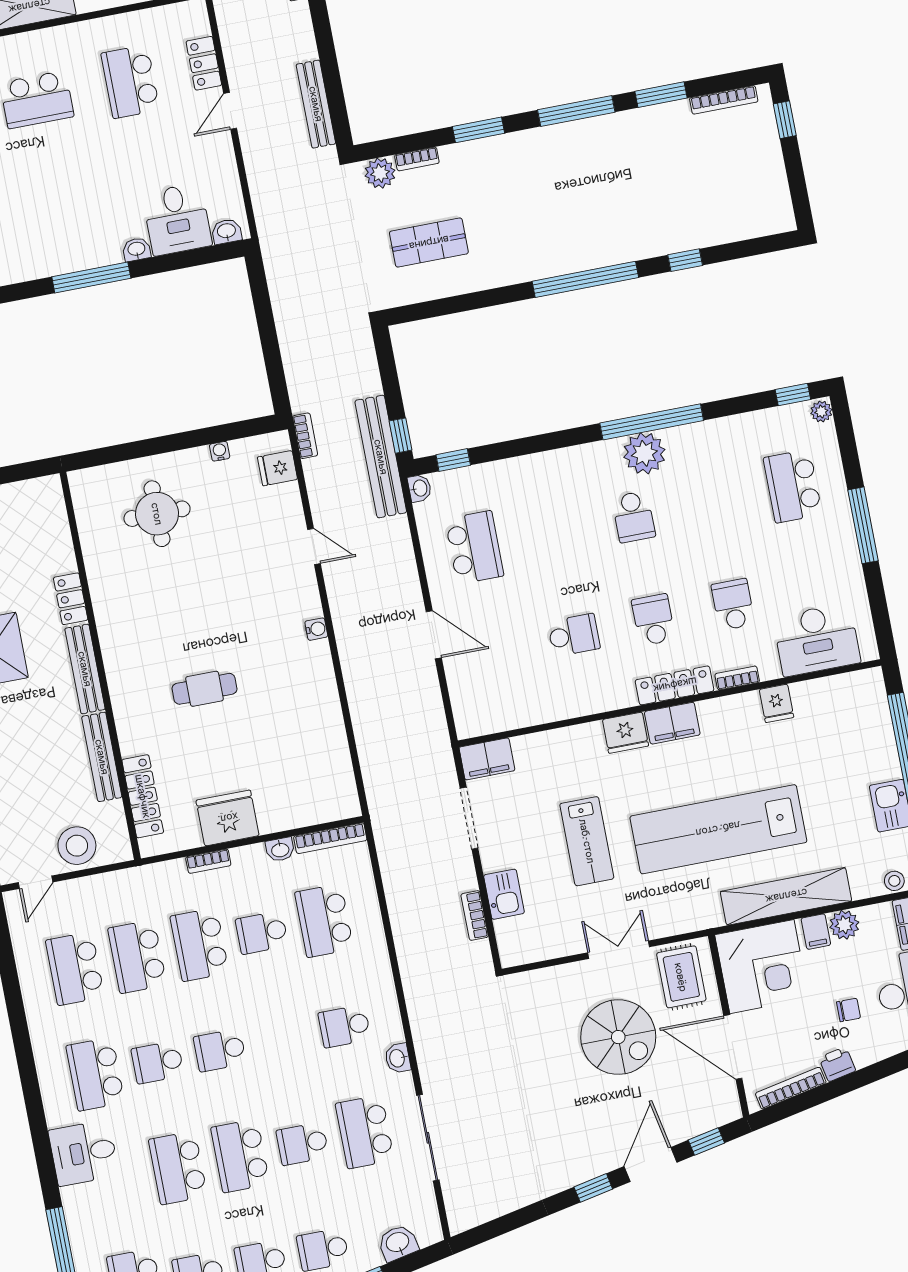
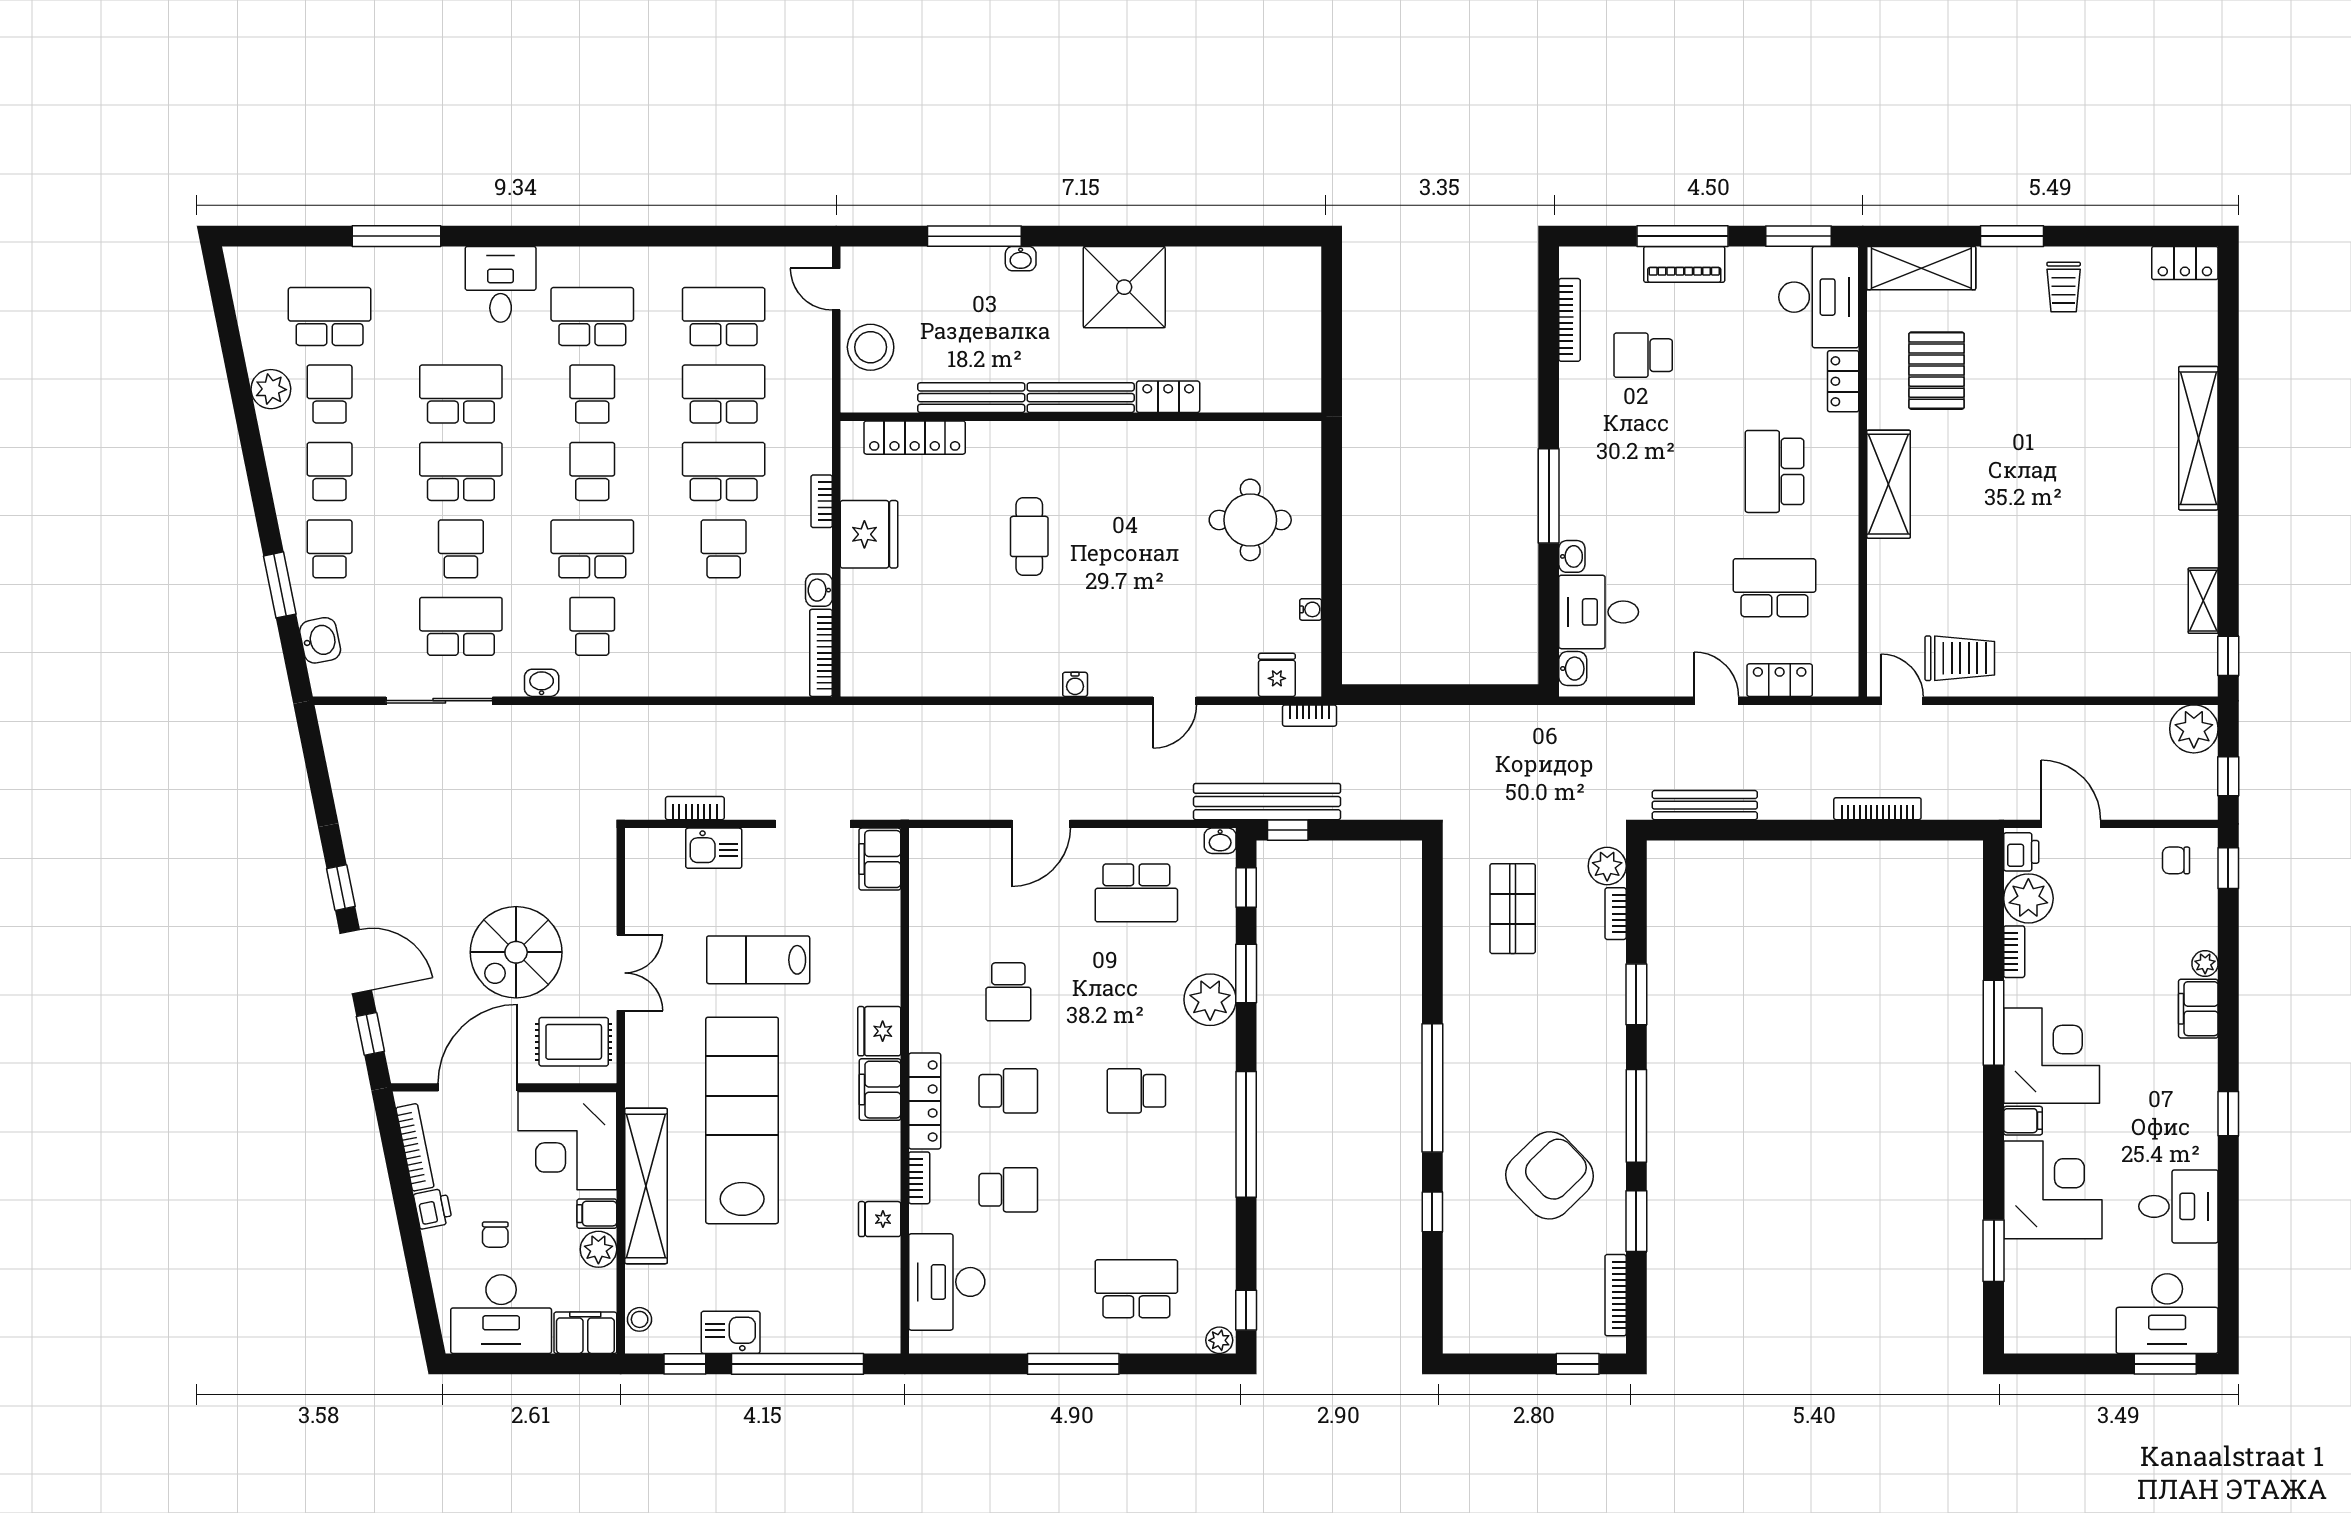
armchair: (638, 172) -> (1550, 1175), added
window: (522, 447) -> (1246, 974), added
plant: (644, 453) -> (1210, 1000), moved
school desk: (324, 921) -> (592, 549), moved

